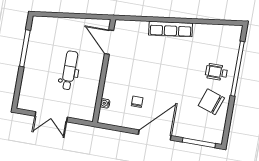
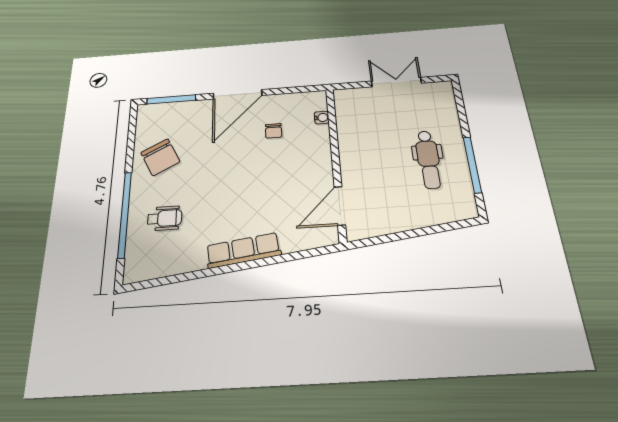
door: (109, 42) -> (340, 206), swing flipped
dental chair: (69, 70) -> (428, 159), moved
wheelchair: (216, 72) -> (165, 218), moved
chair: (211, 102) -> (160, 157), turned 44

